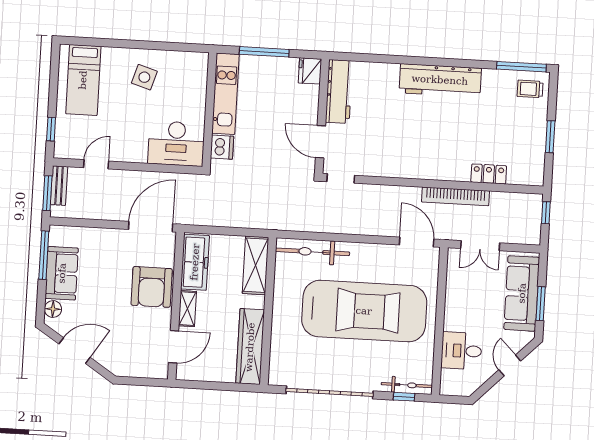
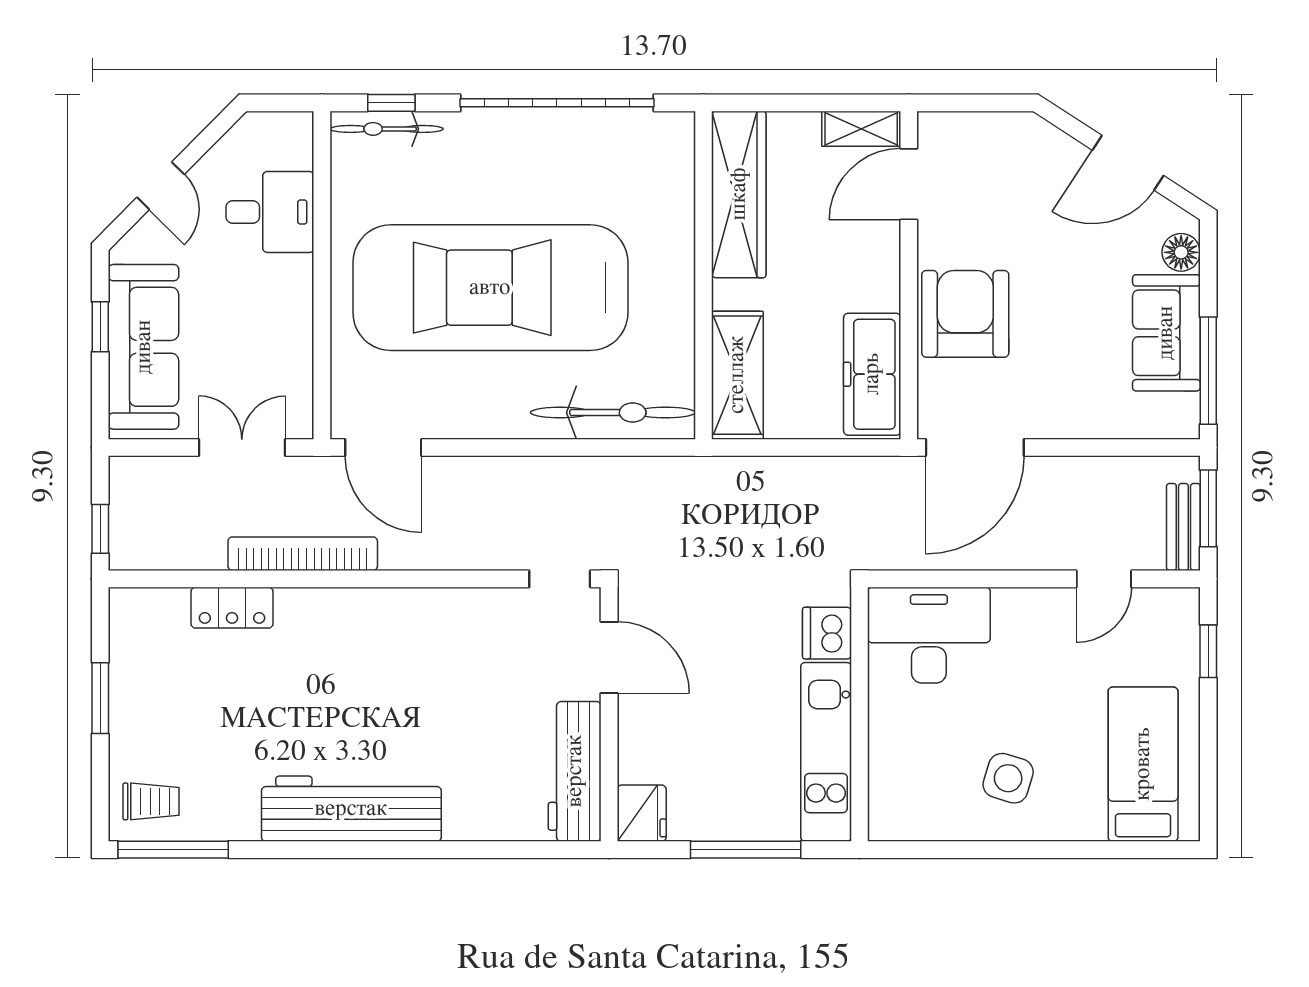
window: (541, 304) -> (100, 327), width x0.67
shelving: (187, 309) -> (861, 129), moved, turned 90

